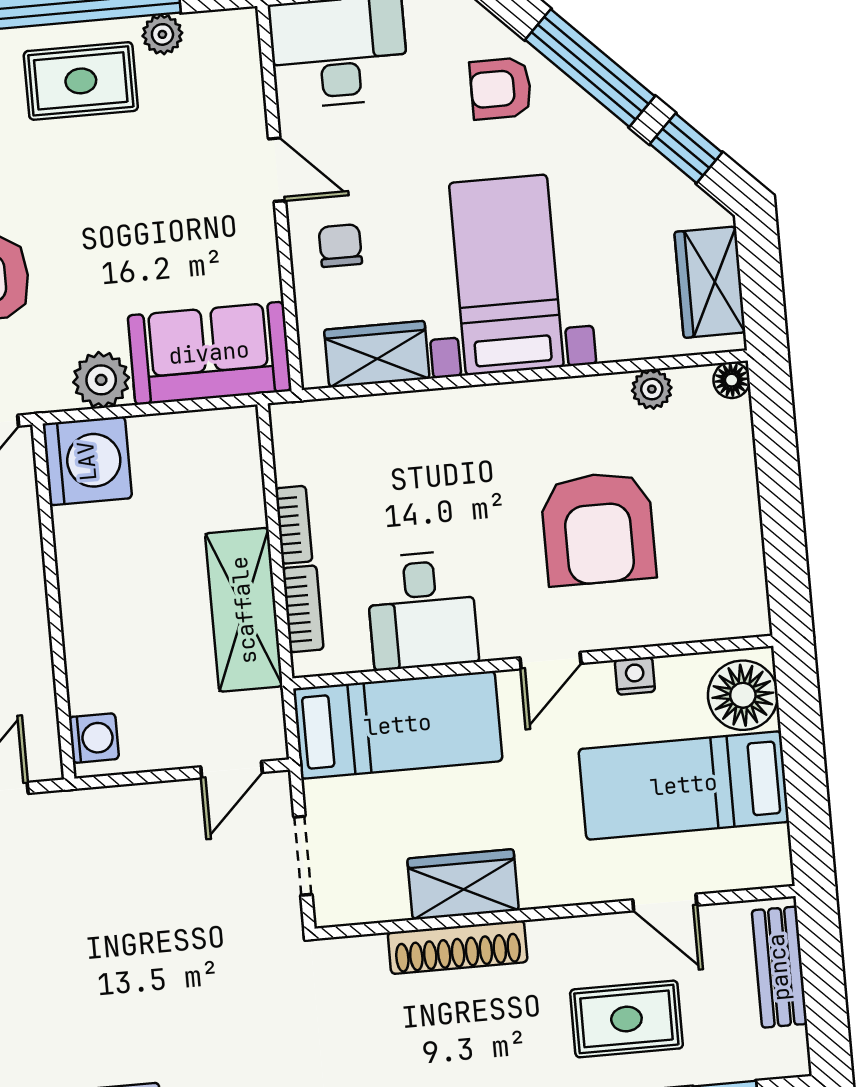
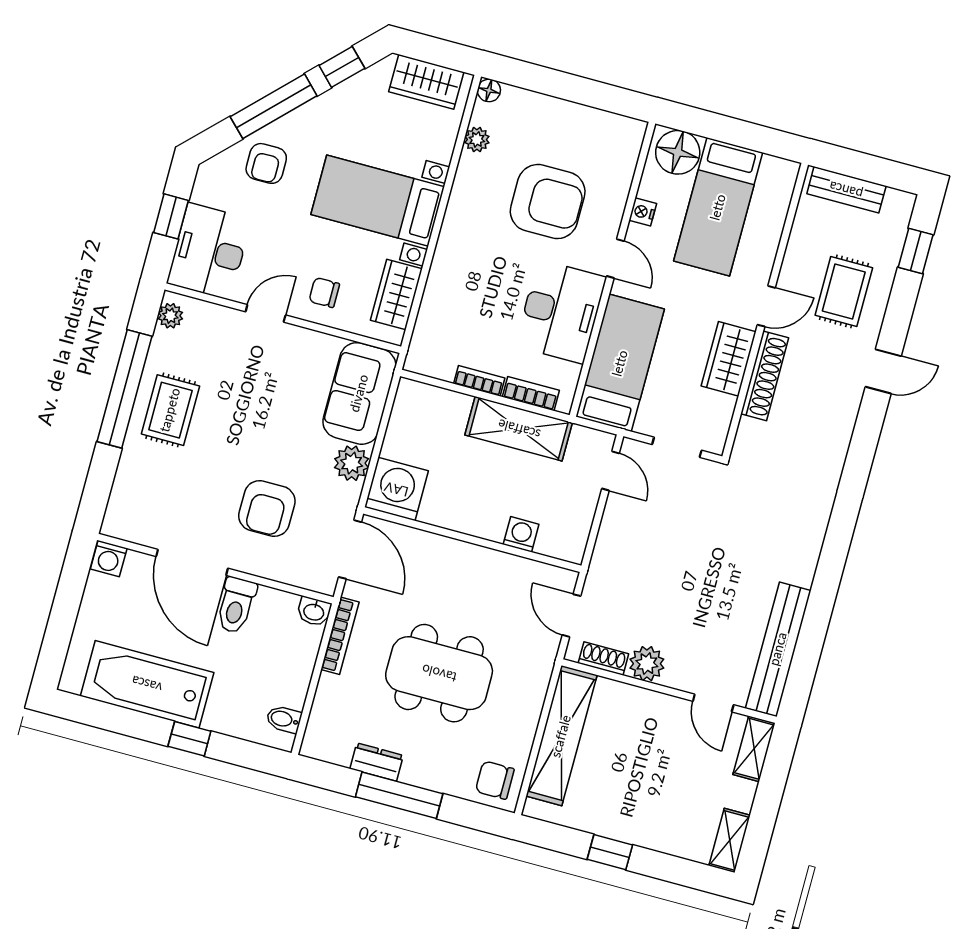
plant: (162, 34) -> (170, 316), moved
desk: (422, 610) -> (561, 312), width x1.37
washing machine: (94, 738) -> (521, 534), moved
door: (665, 903) -> (766, 306), moved

